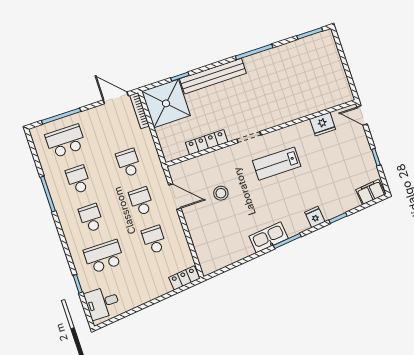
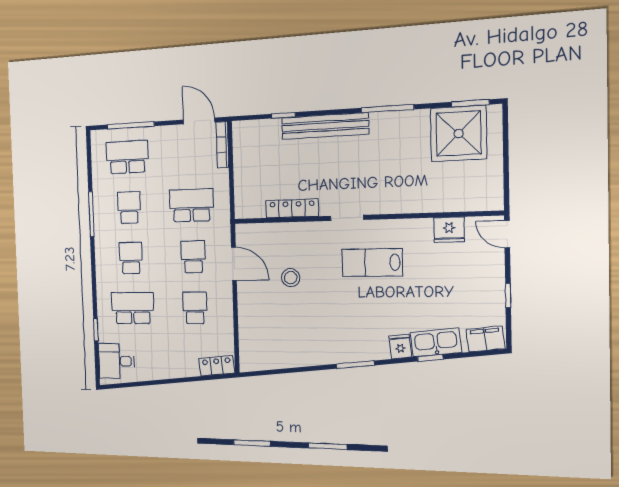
shower: (166, 103) -> (459, 134), moved
school desk: (128, 163) -> (191, 205), width x1.85
kitchen sink: (269, 237) -> (436, 342), moved

